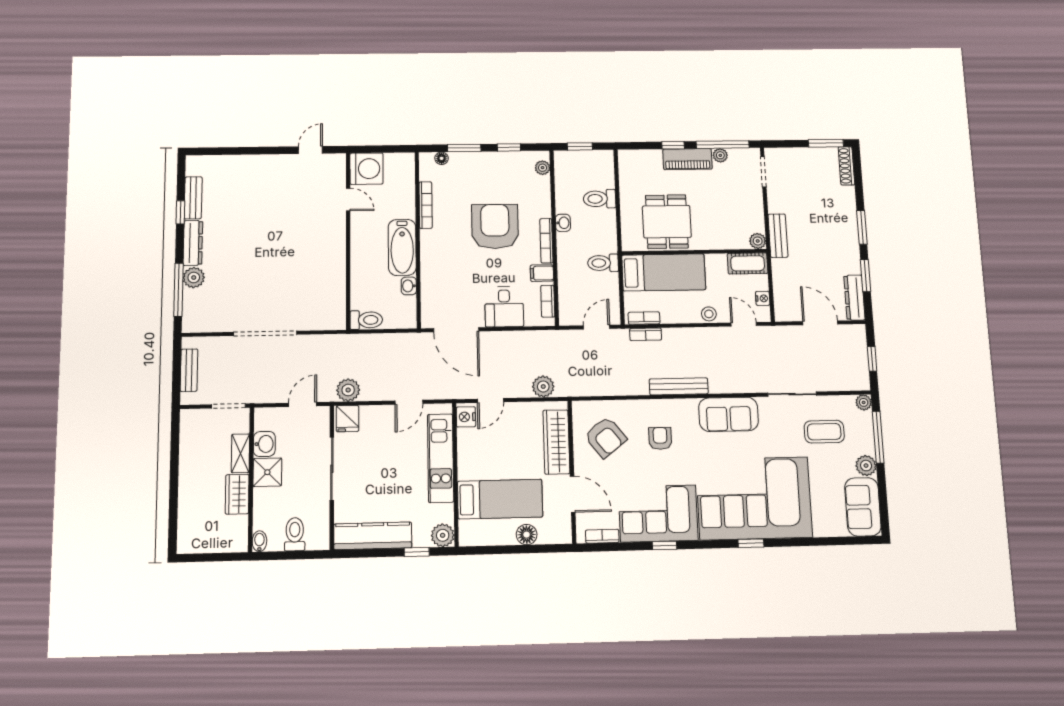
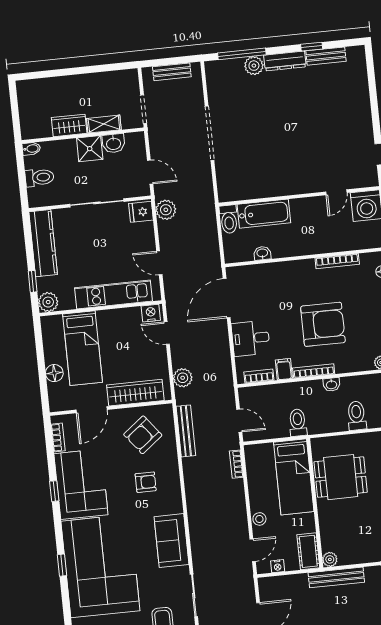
bench: (778, 236) -> (336, 577), width x1.36
bathtub: (402, 247) -> (264, 214), moved, turned 180
bookcase: (644, 318) -> (251, 462), removed
bench: (679, 386) -> (186, 431), moved

